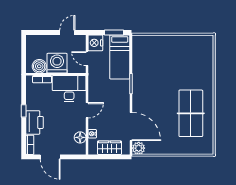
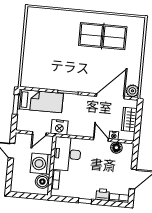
nightstand: (95, 43) -> (59, 127), moved
door: (87, 110) -> (101, 139), moved
printer: (34, 122) -> (103, 195), width x0.53, depth x0.68

